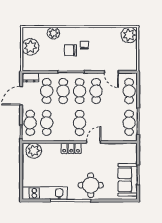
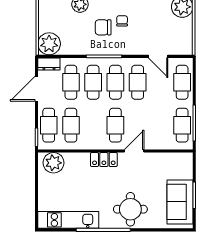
plant: (30, 47) -> (49, 44), moved

